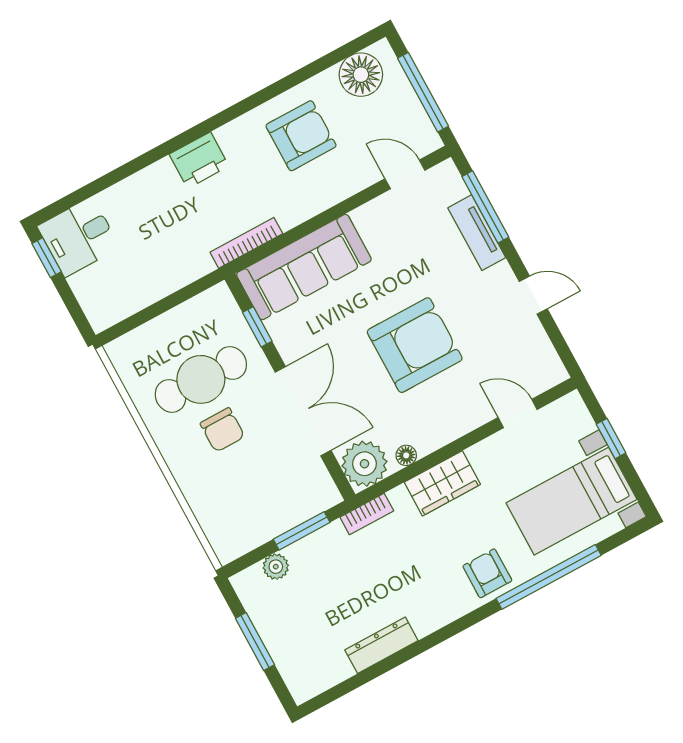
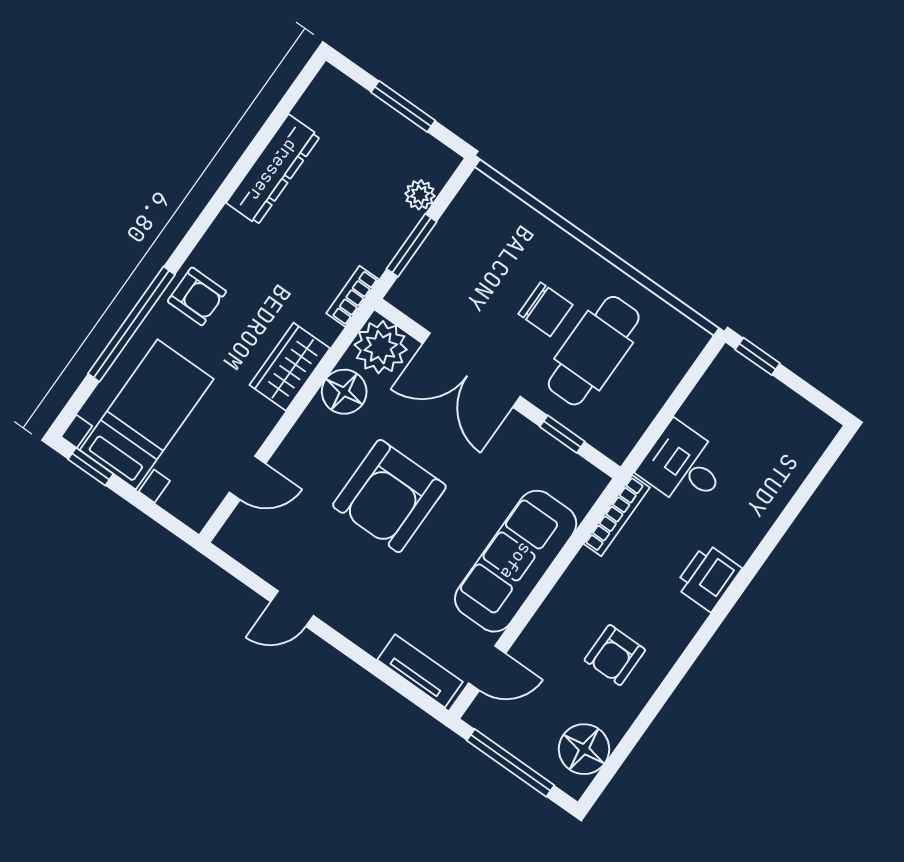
armchair: (301, 136) -> (615, 655), width x0.72, depth x0.72
window: (485, 207) -> (387, 676), removed
tv unit: (477, 233) -> (420, 671), moved
desk: (79, 237) -> (684, 466), moved, turned -90
window: (47, 258) -> (758, 356), moved
sofa: (304, 267) -> (516, 561), moved
chair: (222, 430) -> (545, 309), turned 180
window: (611, 439) -> (91, 467), moved
floor lamp: (406, 455) -> (344, 392), width x1.89, depth x1.89
dresser: (381, 645) -> (273, 170), width x1.37, depth x1.24

